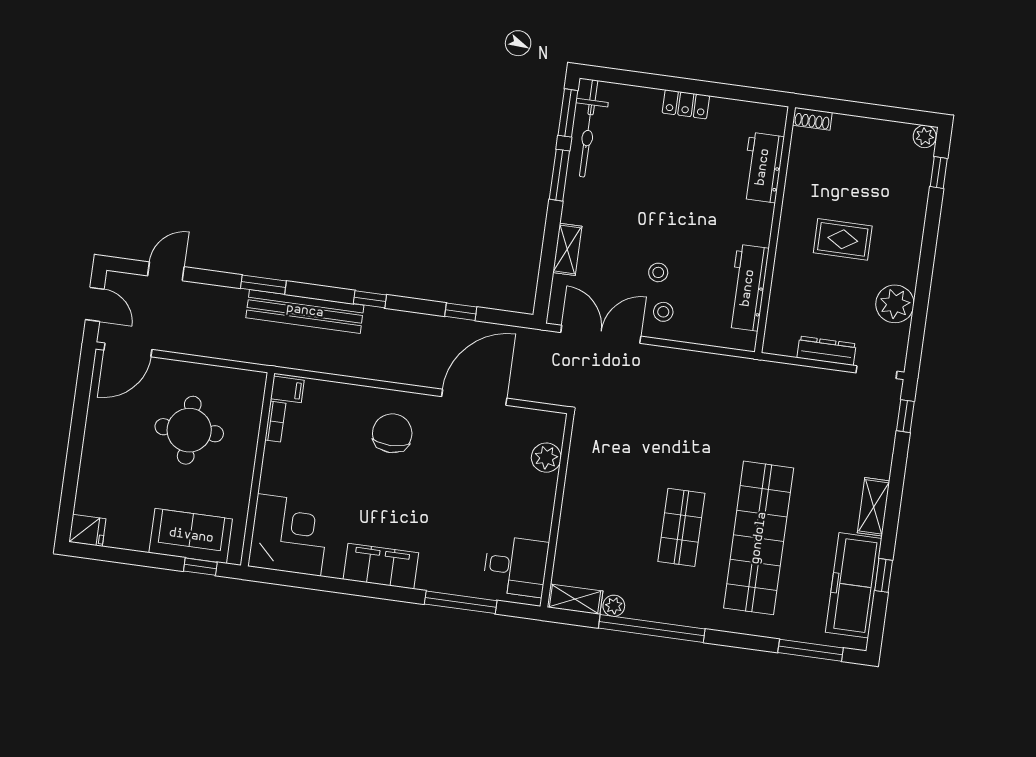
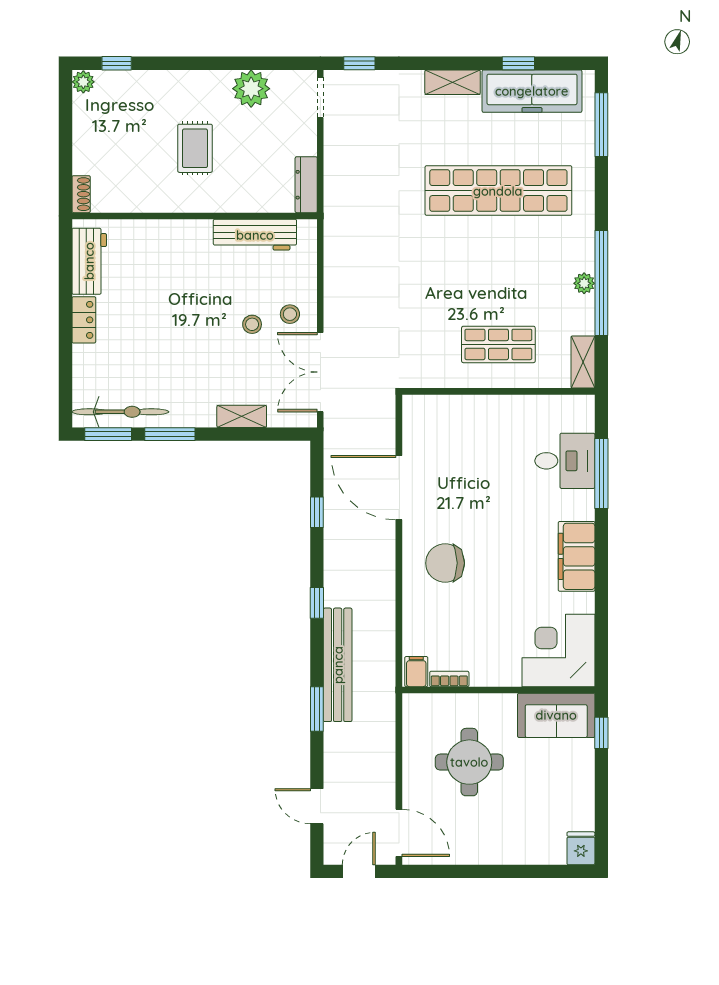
workbench: (763, 167) -> (89, 261), moved, turned -90
dresser: (827, 351) -> (306, 185), moved
plant: (546, 458) -> (448, 409), removed
shop shelf: (681, 527) -> (498, 344), moved
sofa: (191, 536) -> (556, 715), moved, turned -90
desk: (516, 566) -> (565, 461), moved, turned 90
plant: (614, 606) -> (584, 283), moved

